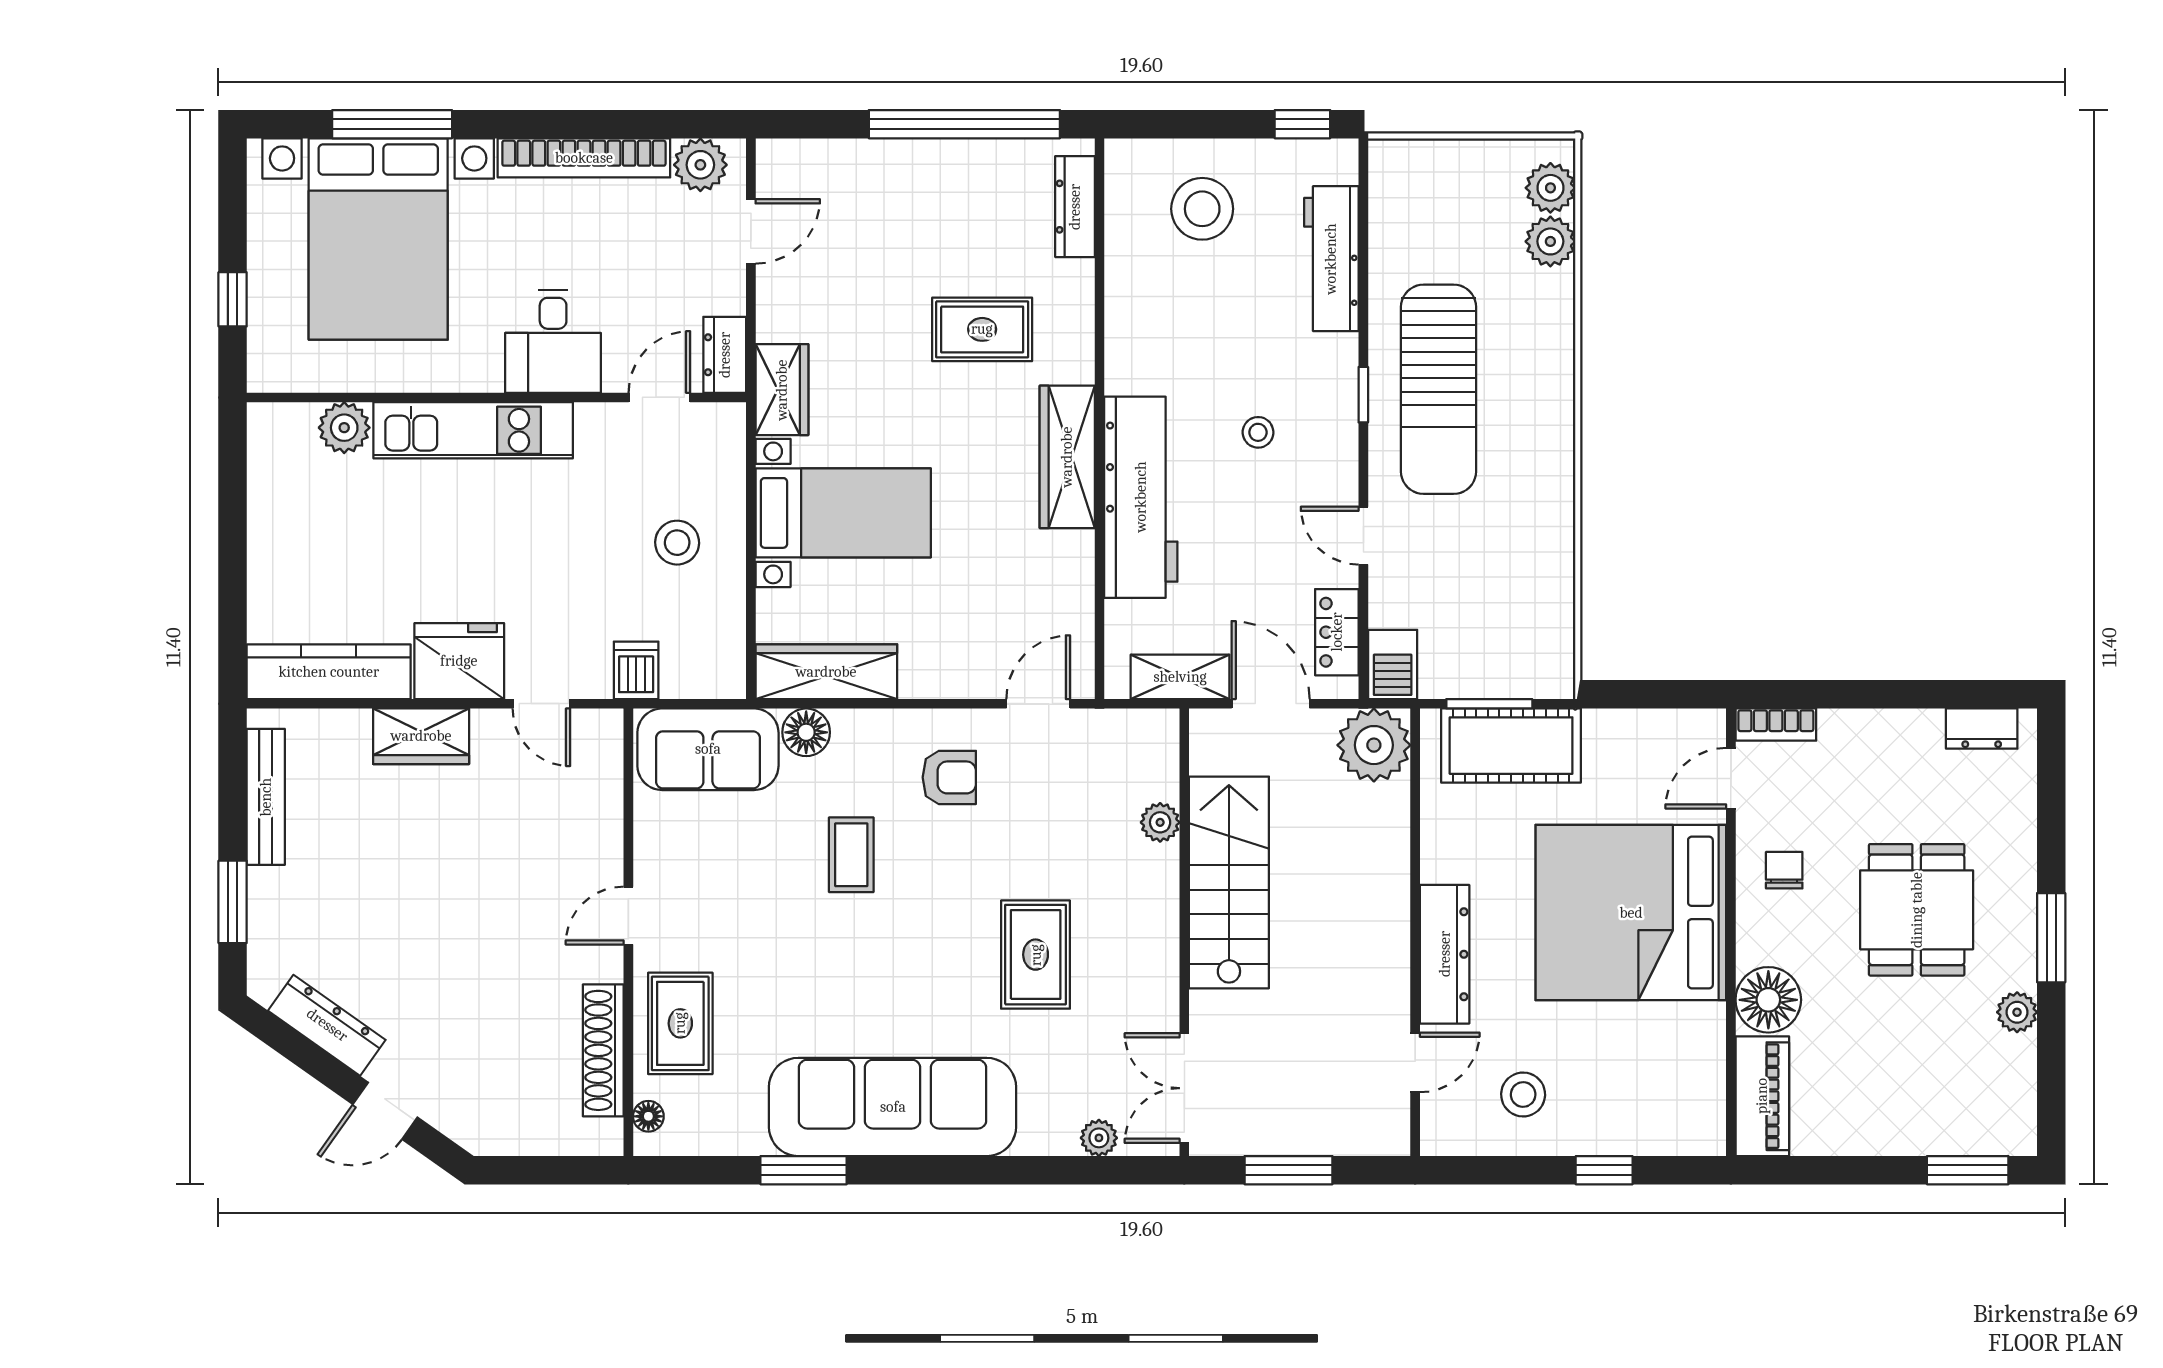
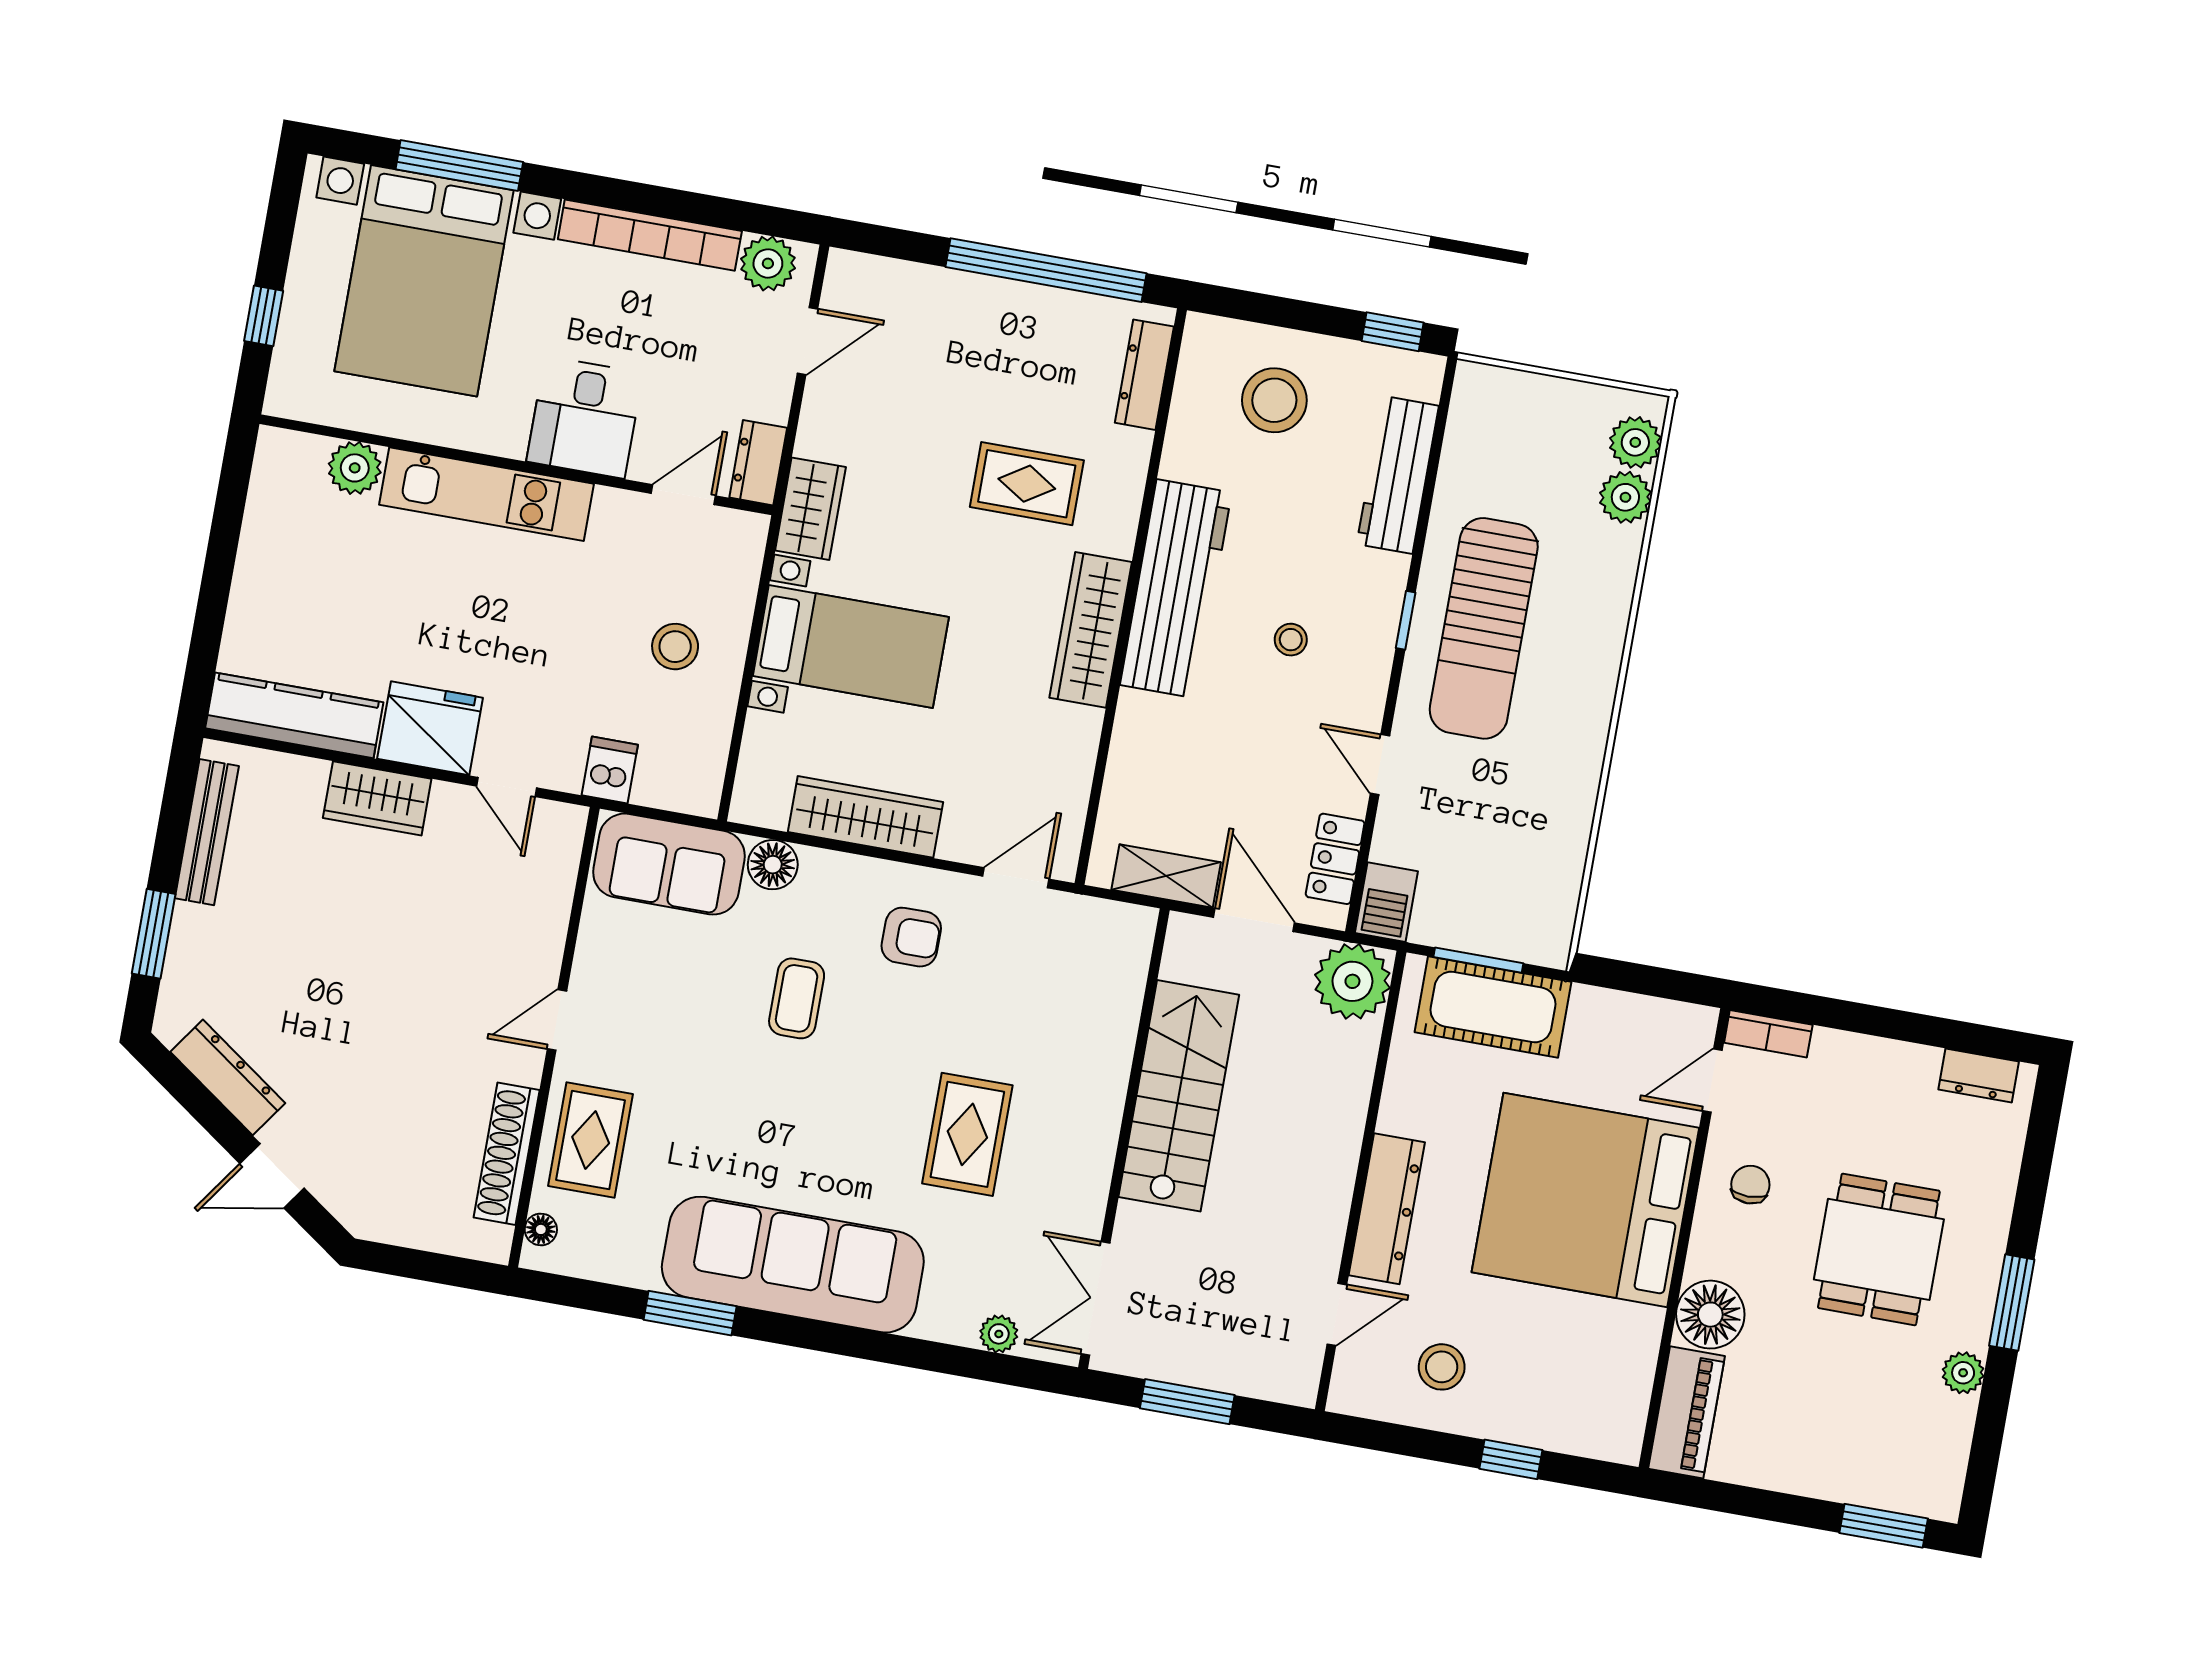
workbench: (1141, 497) -> (1176, 589), moved
wardrobe: (826, 672) -> (865, 817), moved
plant: (1160, 822) -> (1119, 1022), removed

